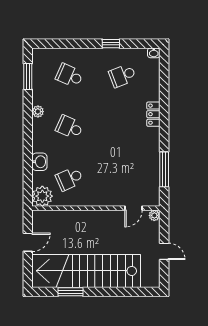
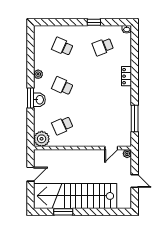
window: (28, 77) -> (31, 98), moved
washbasin: (39, 162) -> (39, 100), moved

